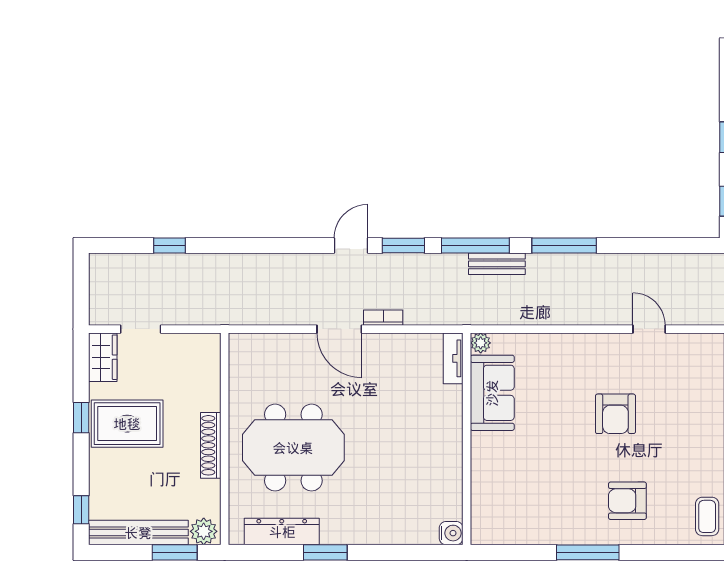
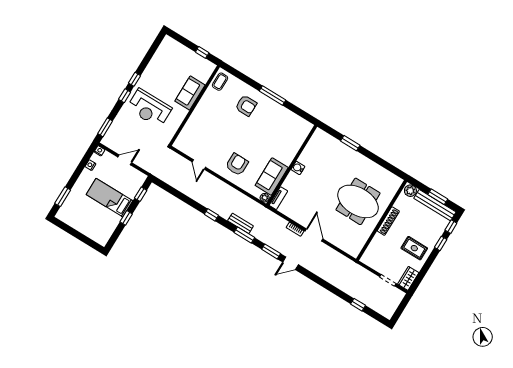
window: (475, 245) -> (244, 235), width x0.69
window: (564, 245) -> (211, 215), width x0.46
armchair: (615, 414) -> (237, 164), moved
window: (81, 418) -> (441, 243), moved
rug: (127, 424) -> (414, 248), width x0.73, depth x0.70
dresser: (282, 532) -> (381, 173), removed
water cooler: (451, 533) -> (298, 168), moved
window: (175, 552) -> (438, 197), moved
window: (325, 552) -> (350, 143), moved

